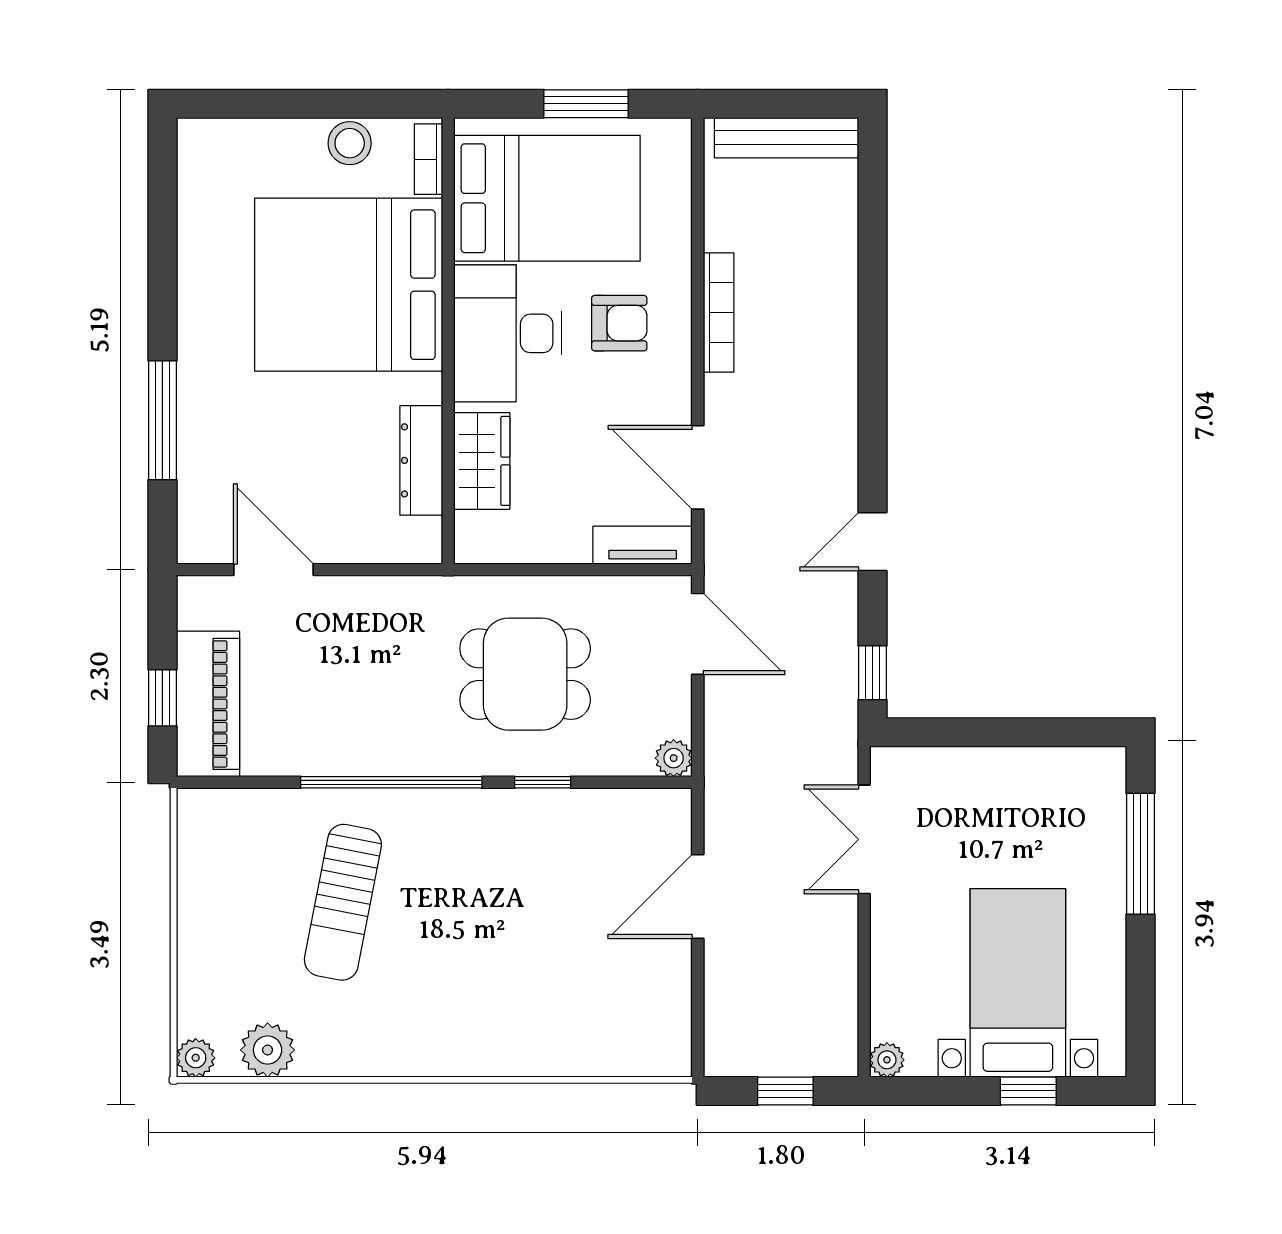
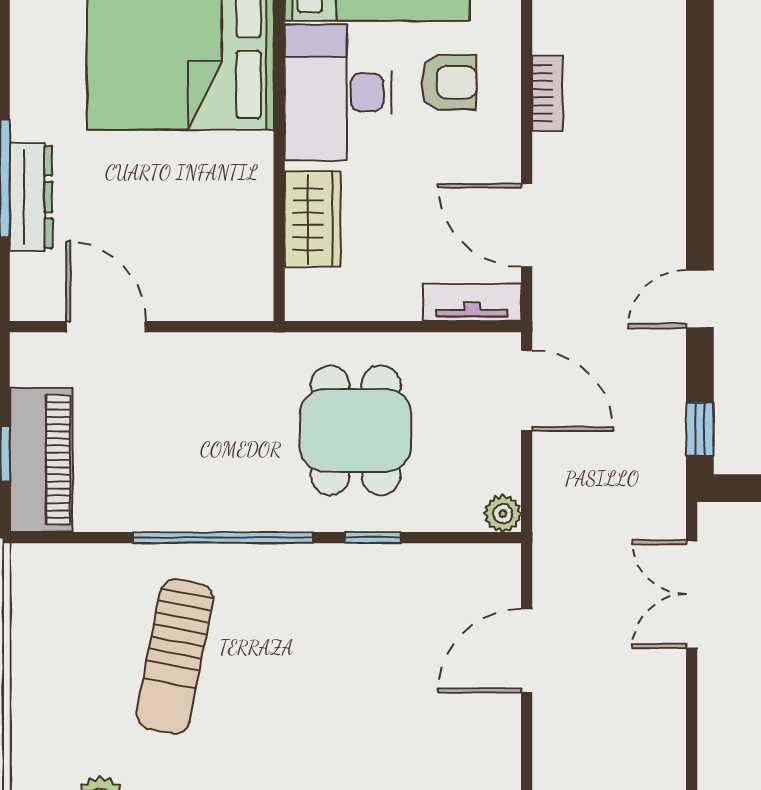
bookcase: (719, 313) -> (547, 93), width x0.64
dresser: (421, 460) -> (31, 197), moved, turned 180
dining table: (525, 674) -> (356, 430), turned 90

